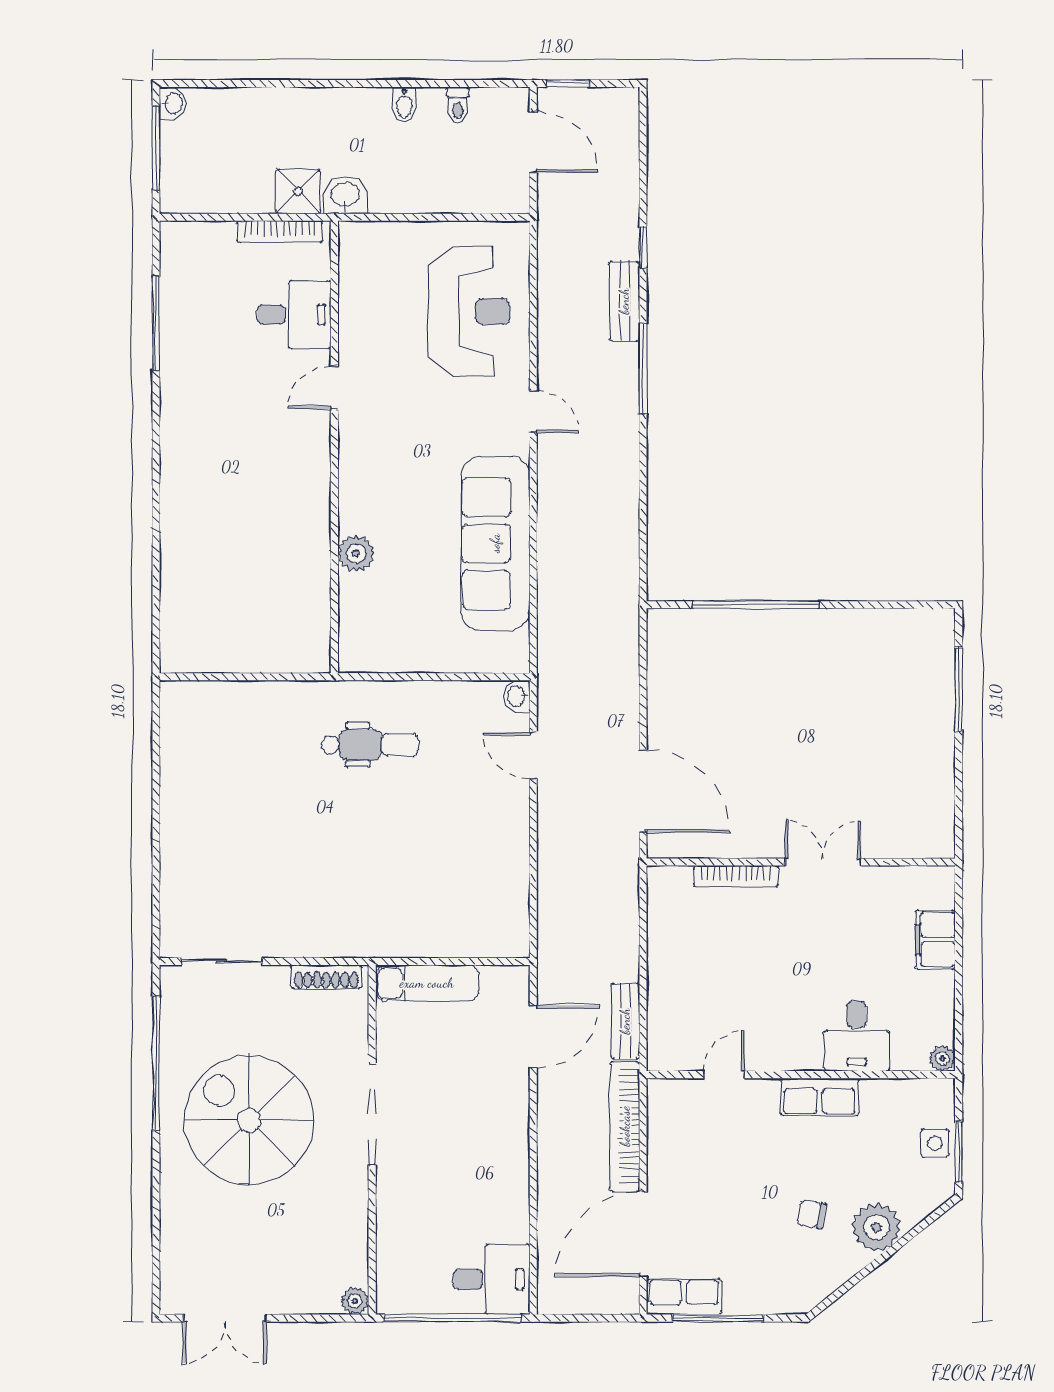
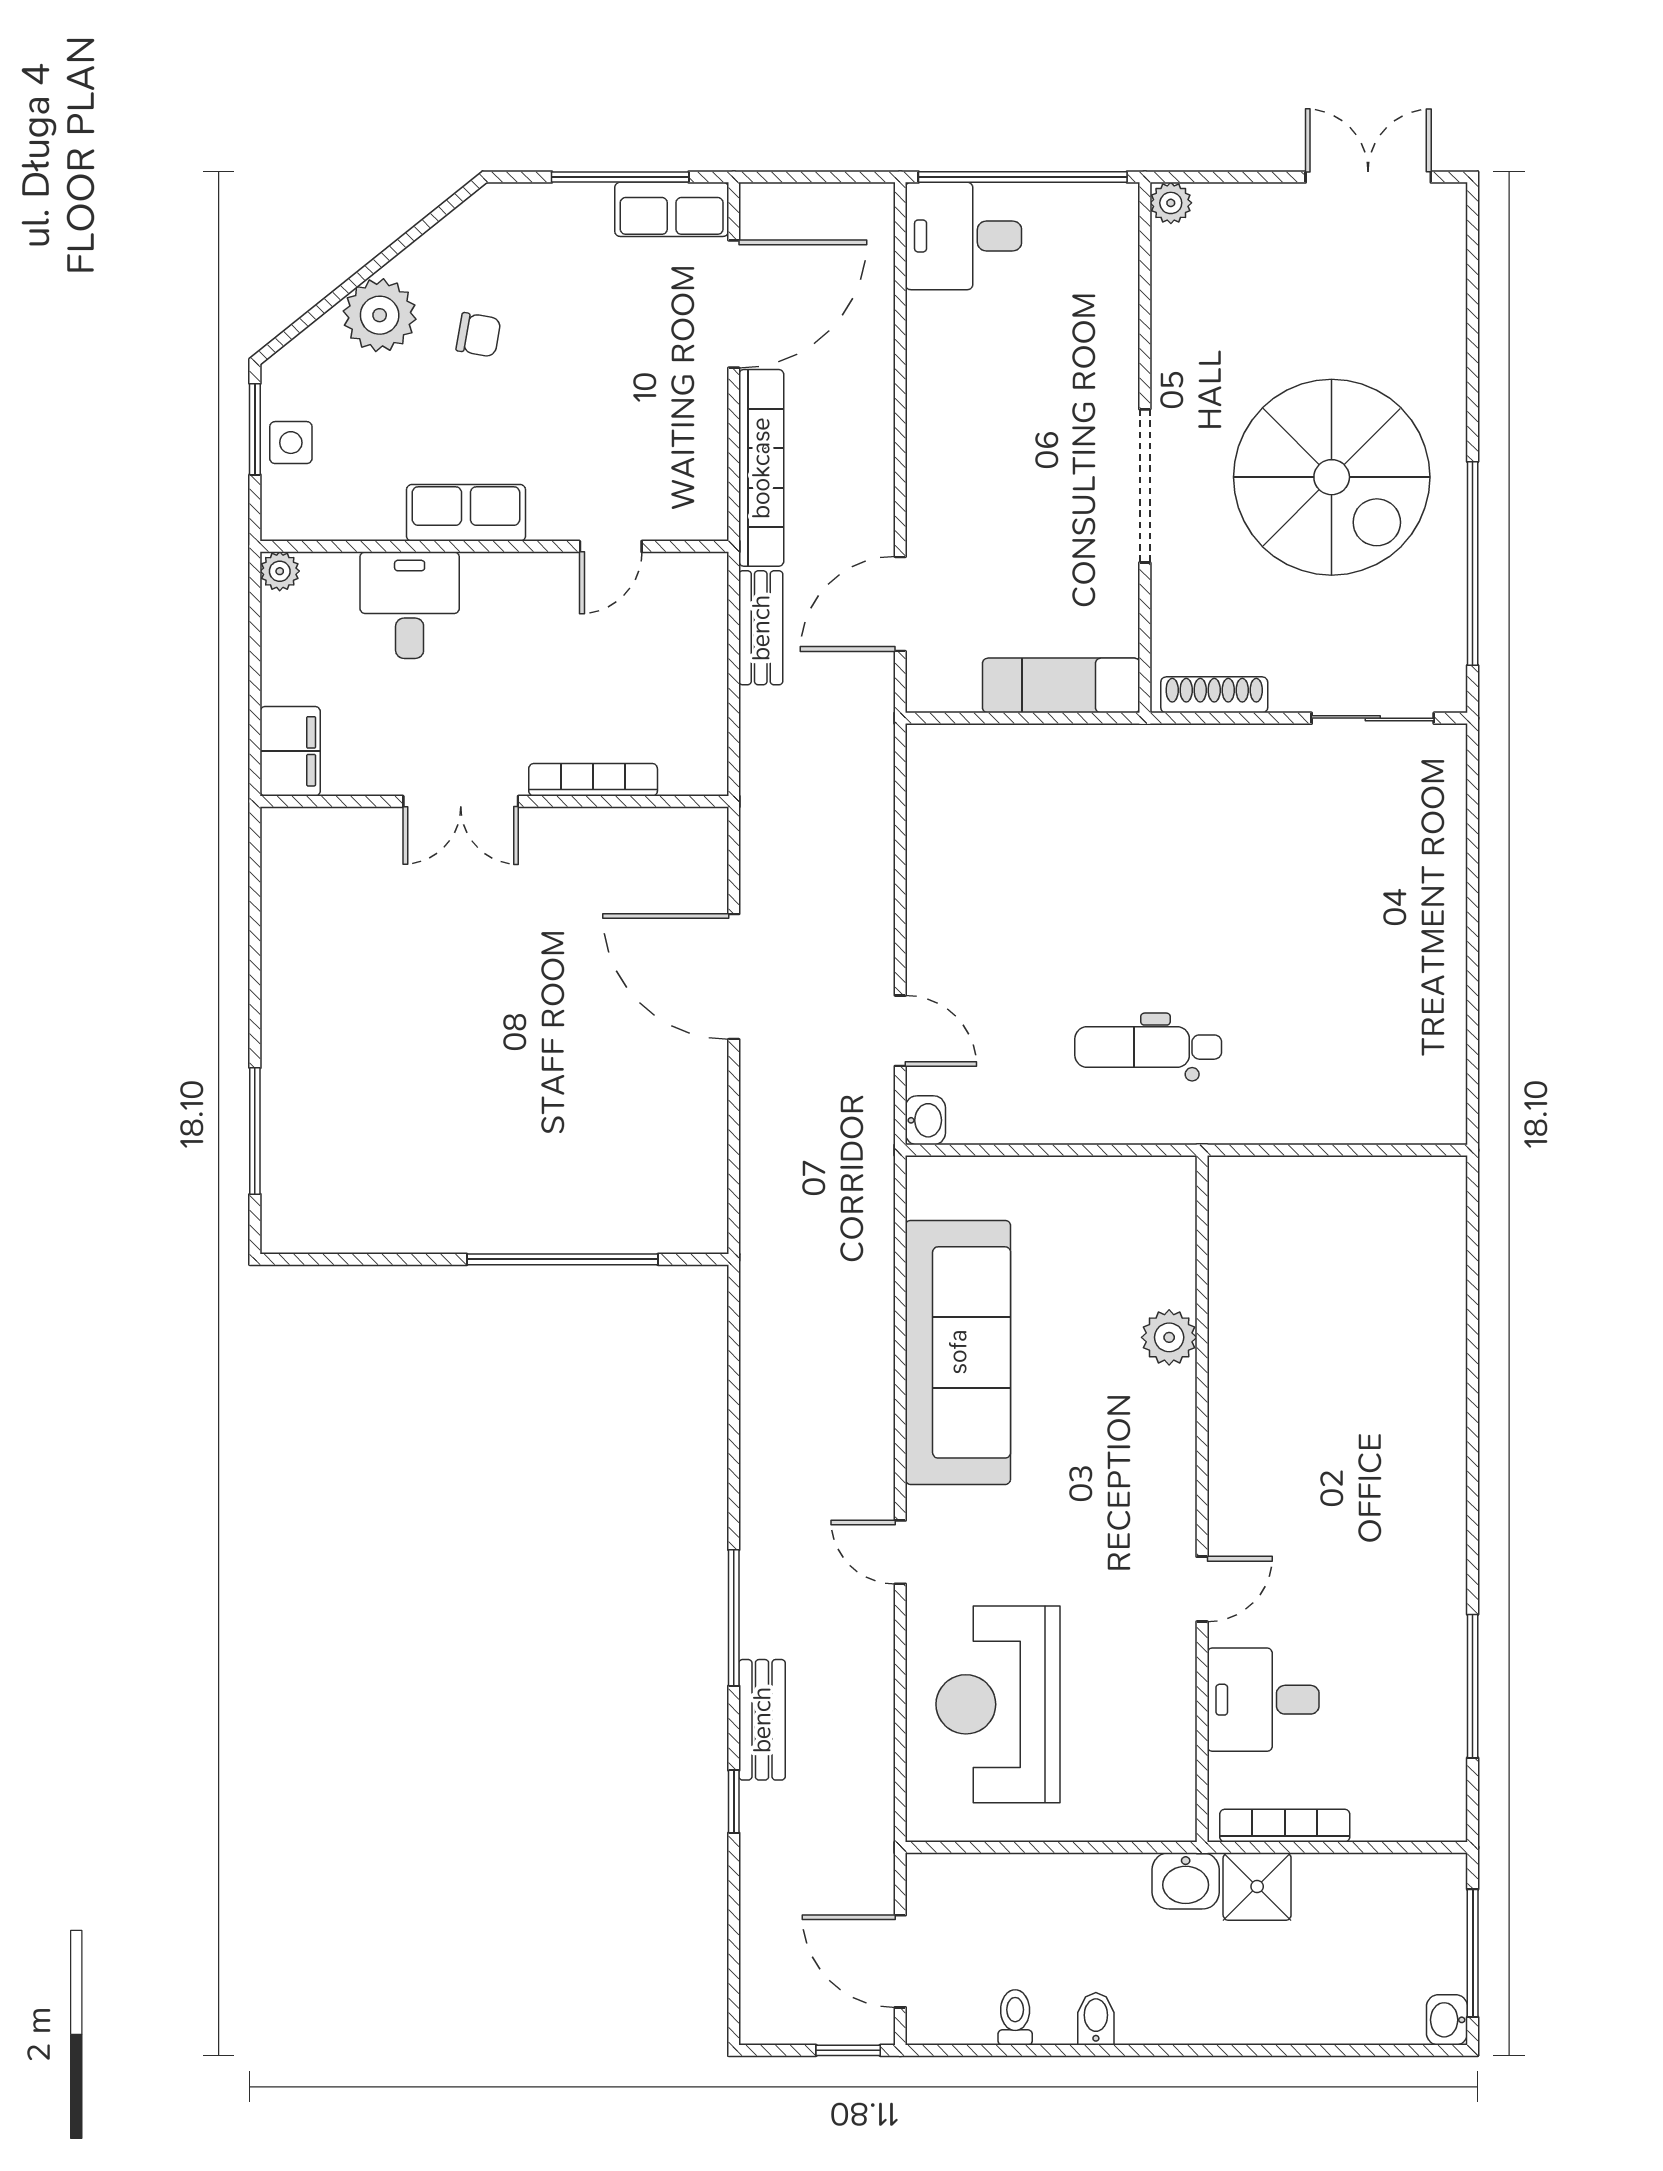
wall: (801, 862) -> (494, 801), moved
double door: (823, 862) -> (461, 801), moved
bookcase: (736, 876) -> (593, 780), moved

